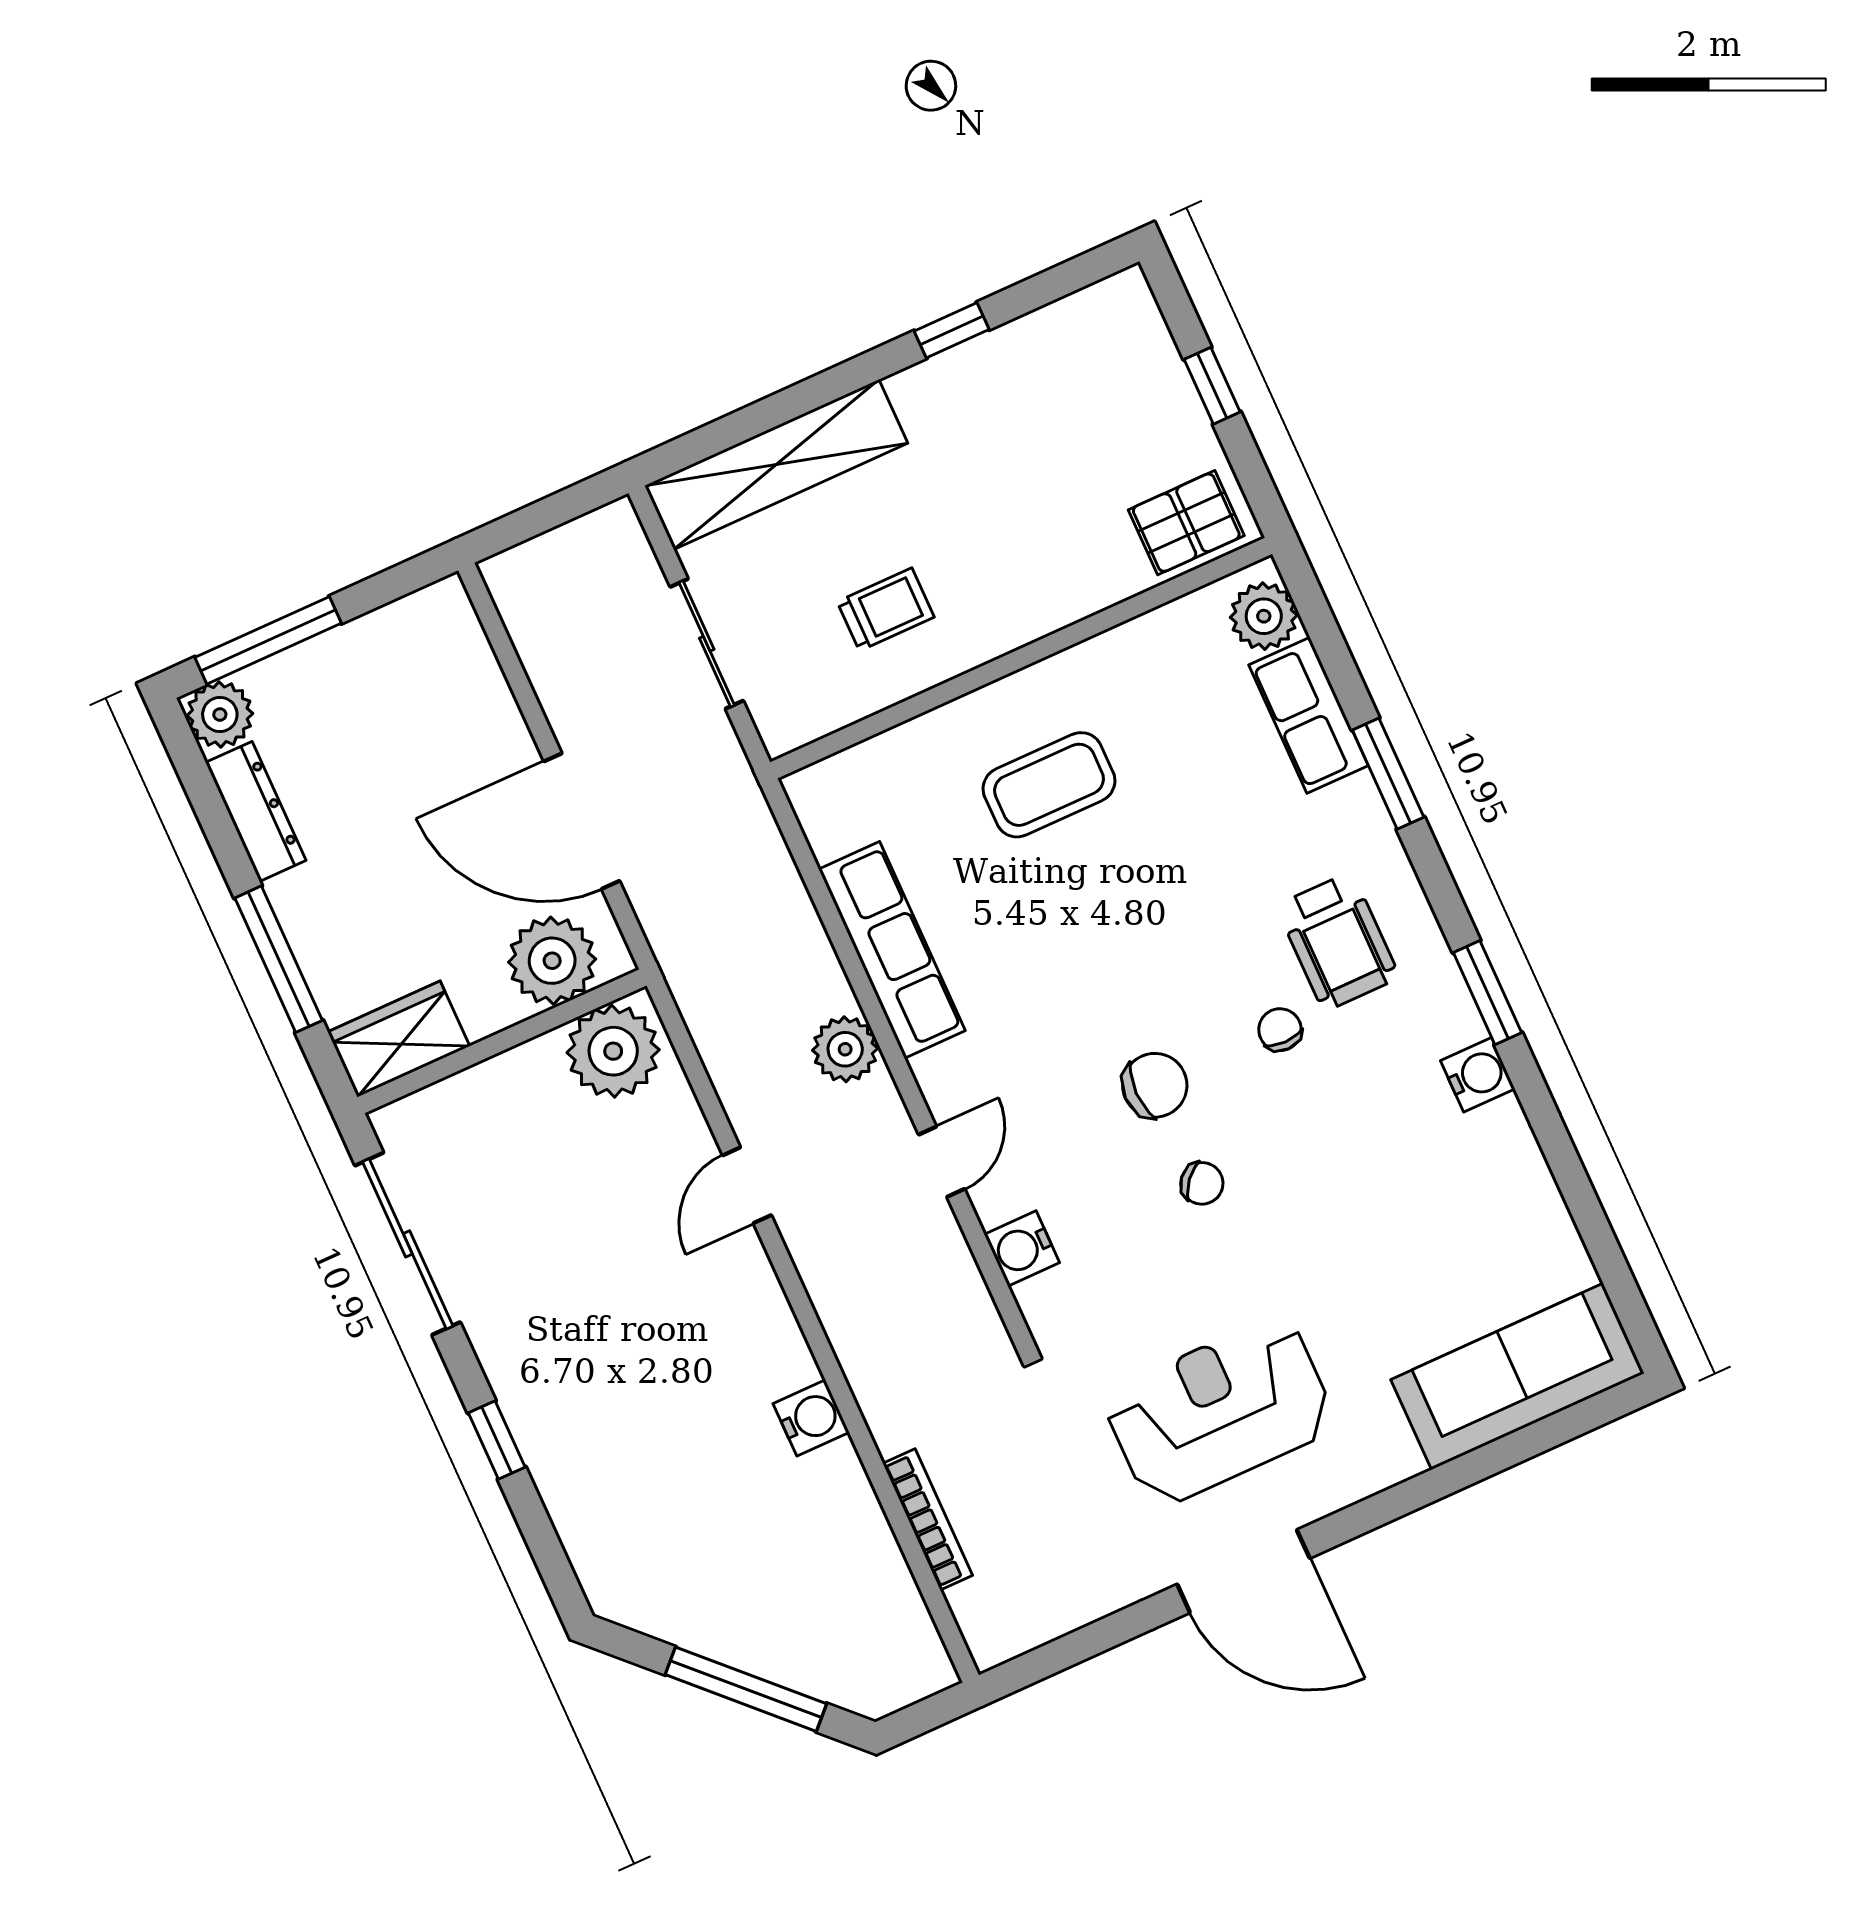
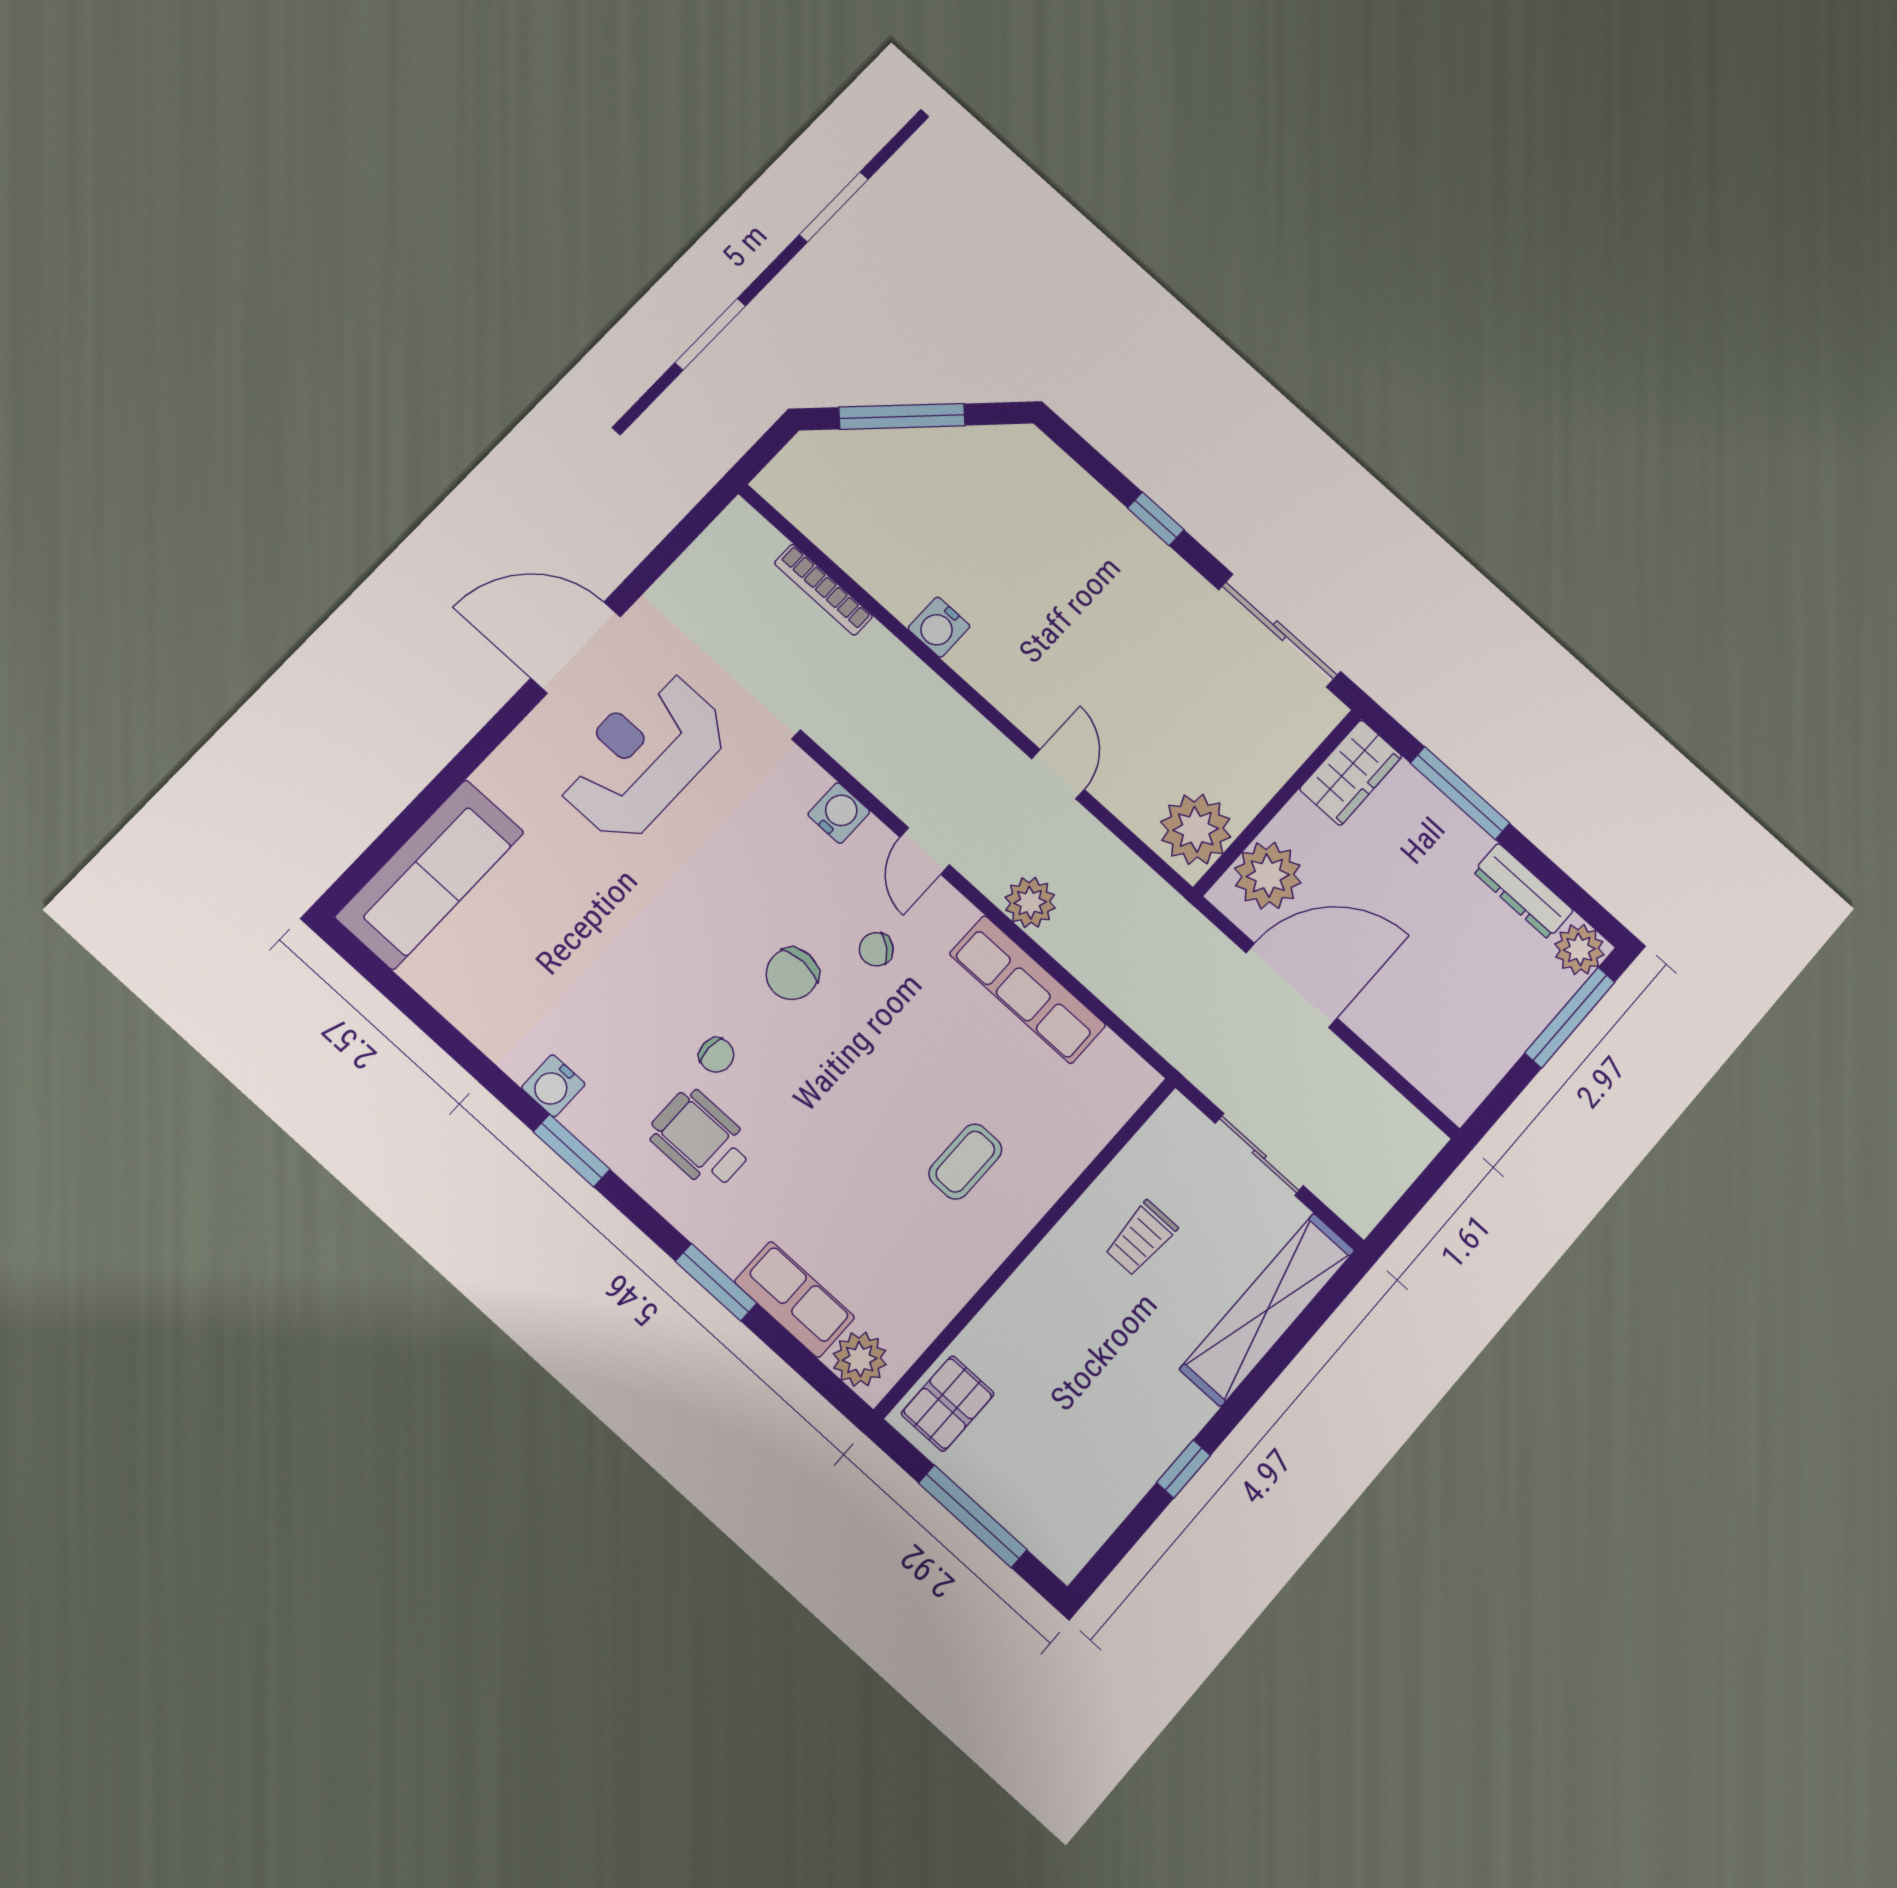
window: (1212, 386) -> (973, 1516), width x2.17
coffee table: (1049, 785) -> (965, 1162), width x0.73, depth x0.77
chair: (1202, 1183) -> (876, 949), moved
reception desk: (1219, 1411) -> (643, 756), turned 180

